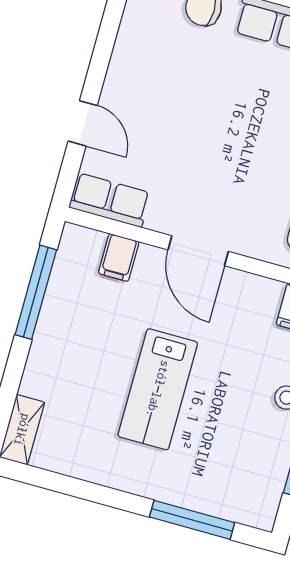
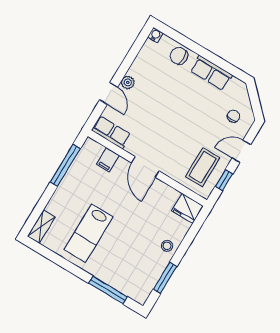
plant: (115, 90) -> (128, 82), added
lab bench: (158, 389) -> (89, 233), moved

